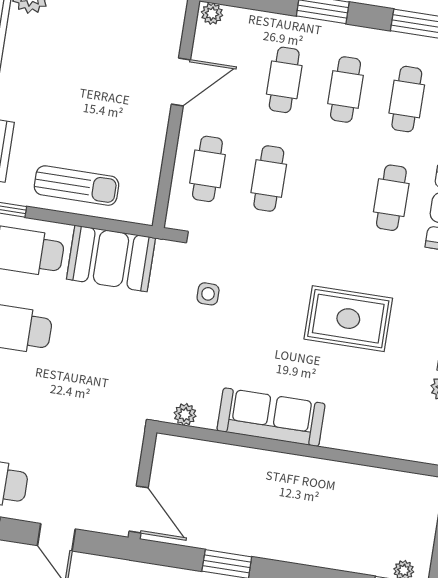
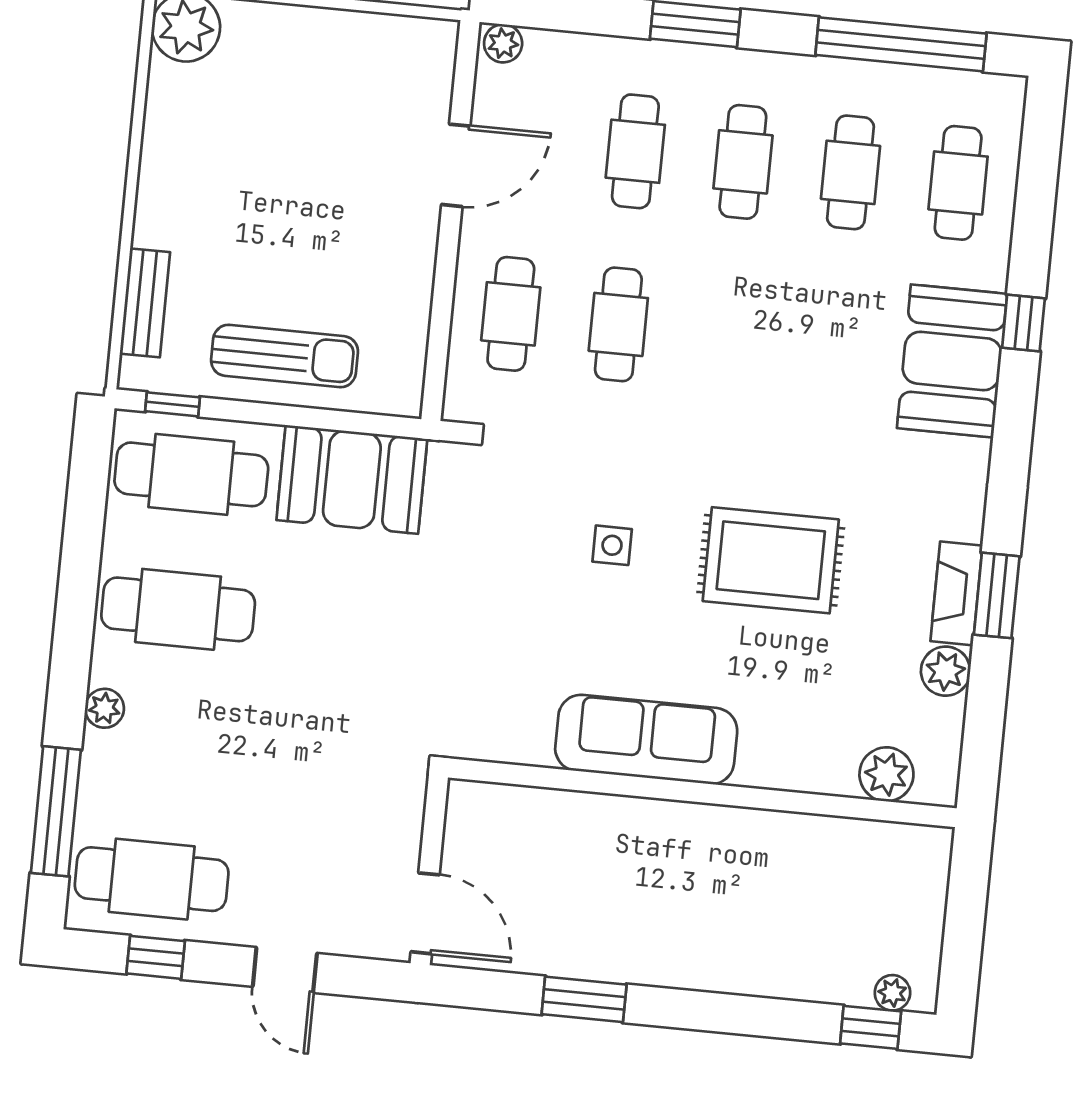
cafe table: (391, 198) -> (834, 346), removed
side table: (208, 294) -> (612, 545), moved
plant: (185, 414) -> (886, 774), moved, width x1.38, depth x1.38

